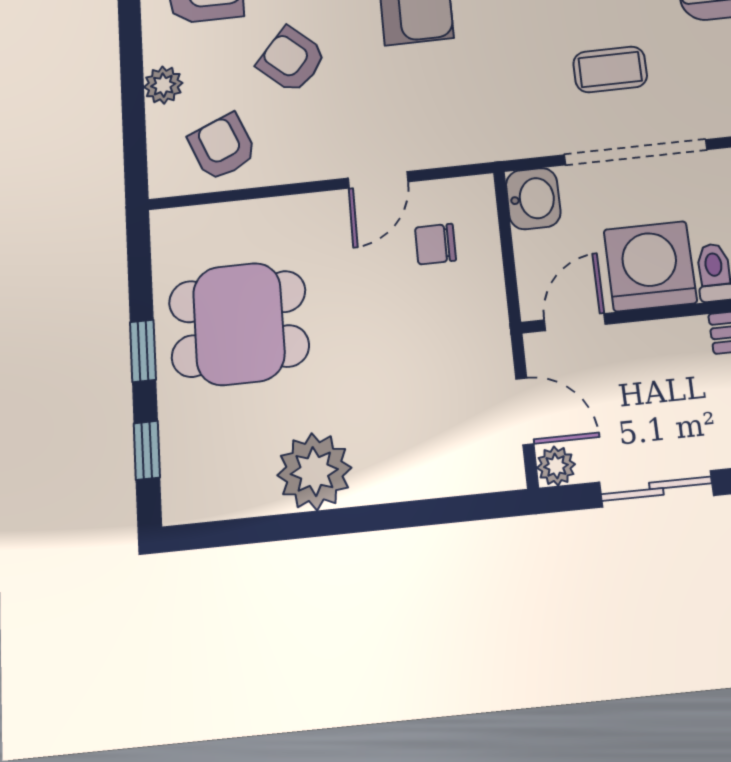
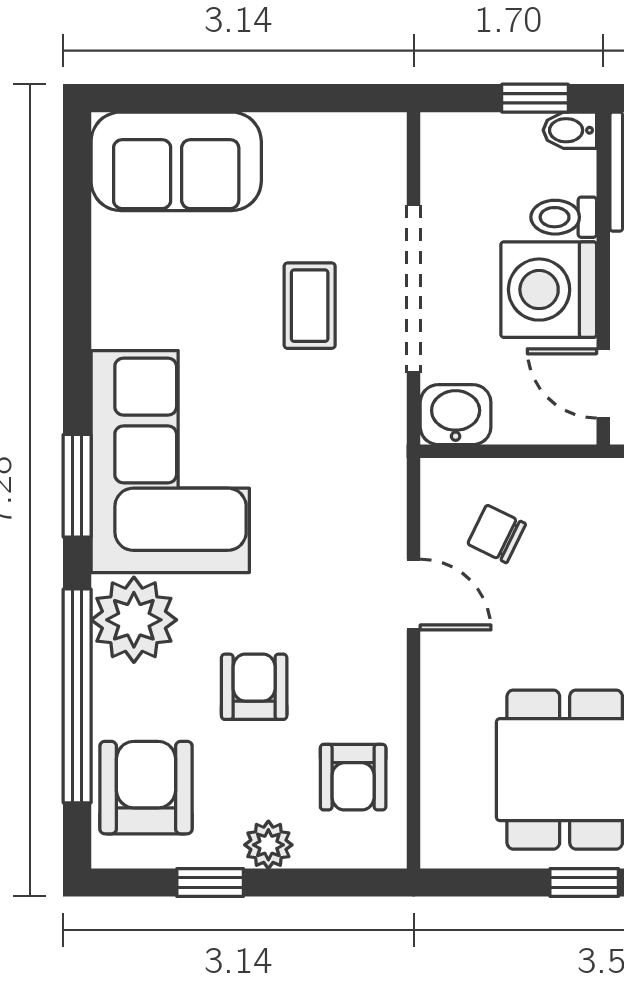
window: (131, 43) -> (210, 883), added
armchair: (292, 60) -> (254, 687), turned 139
armchair: (222, 147) -> (353, 777), turned -67
chair: (436, 244) -> (497, 534), turned 116

